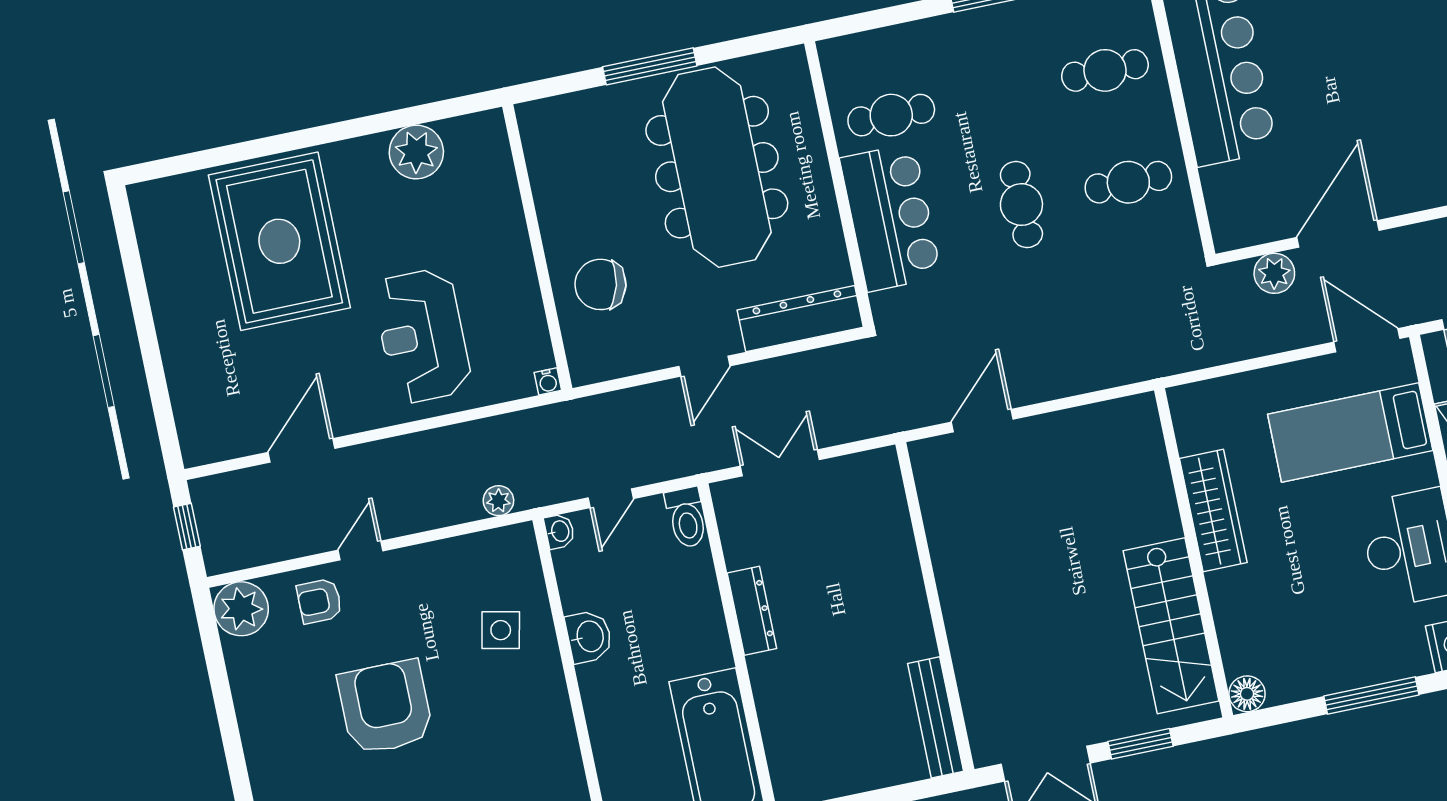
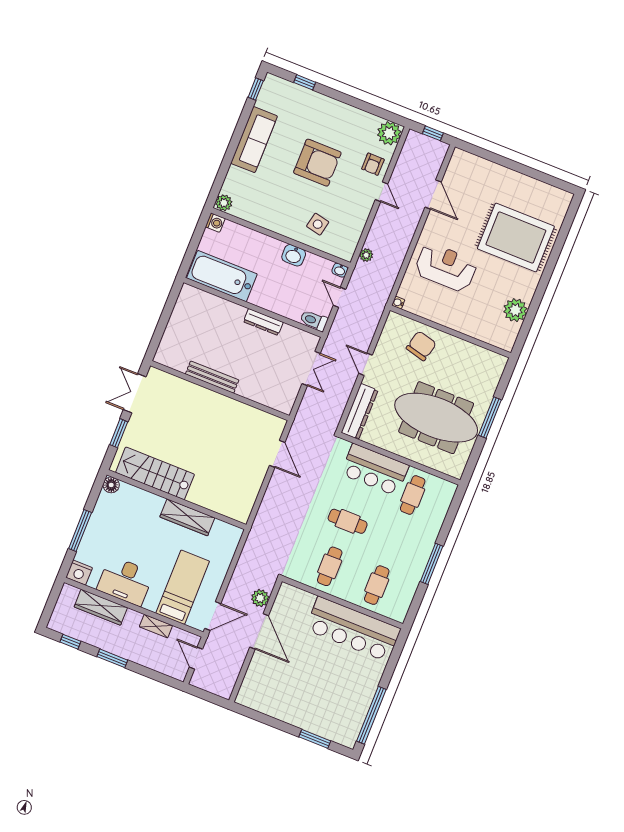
armchair: (319, 601) -> (373, 164), turned 180
bench: (936, 717) -> (212, 377), moved

